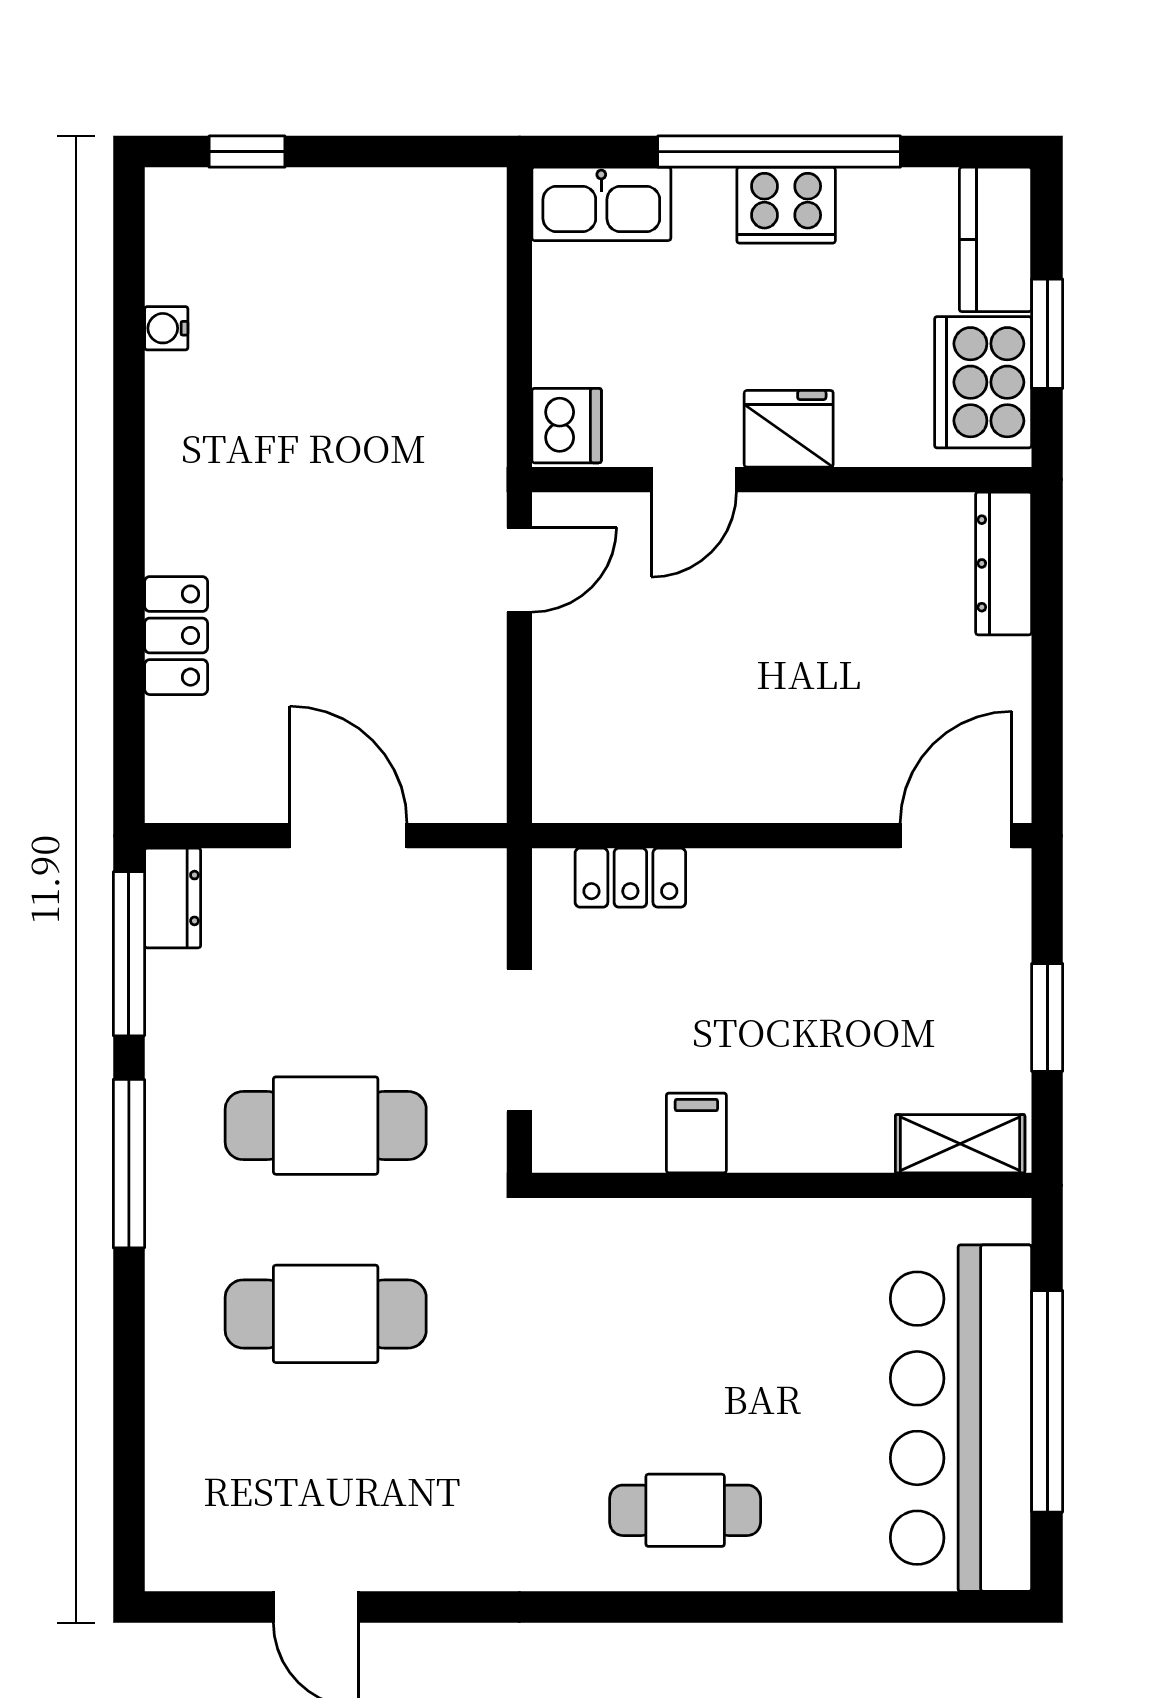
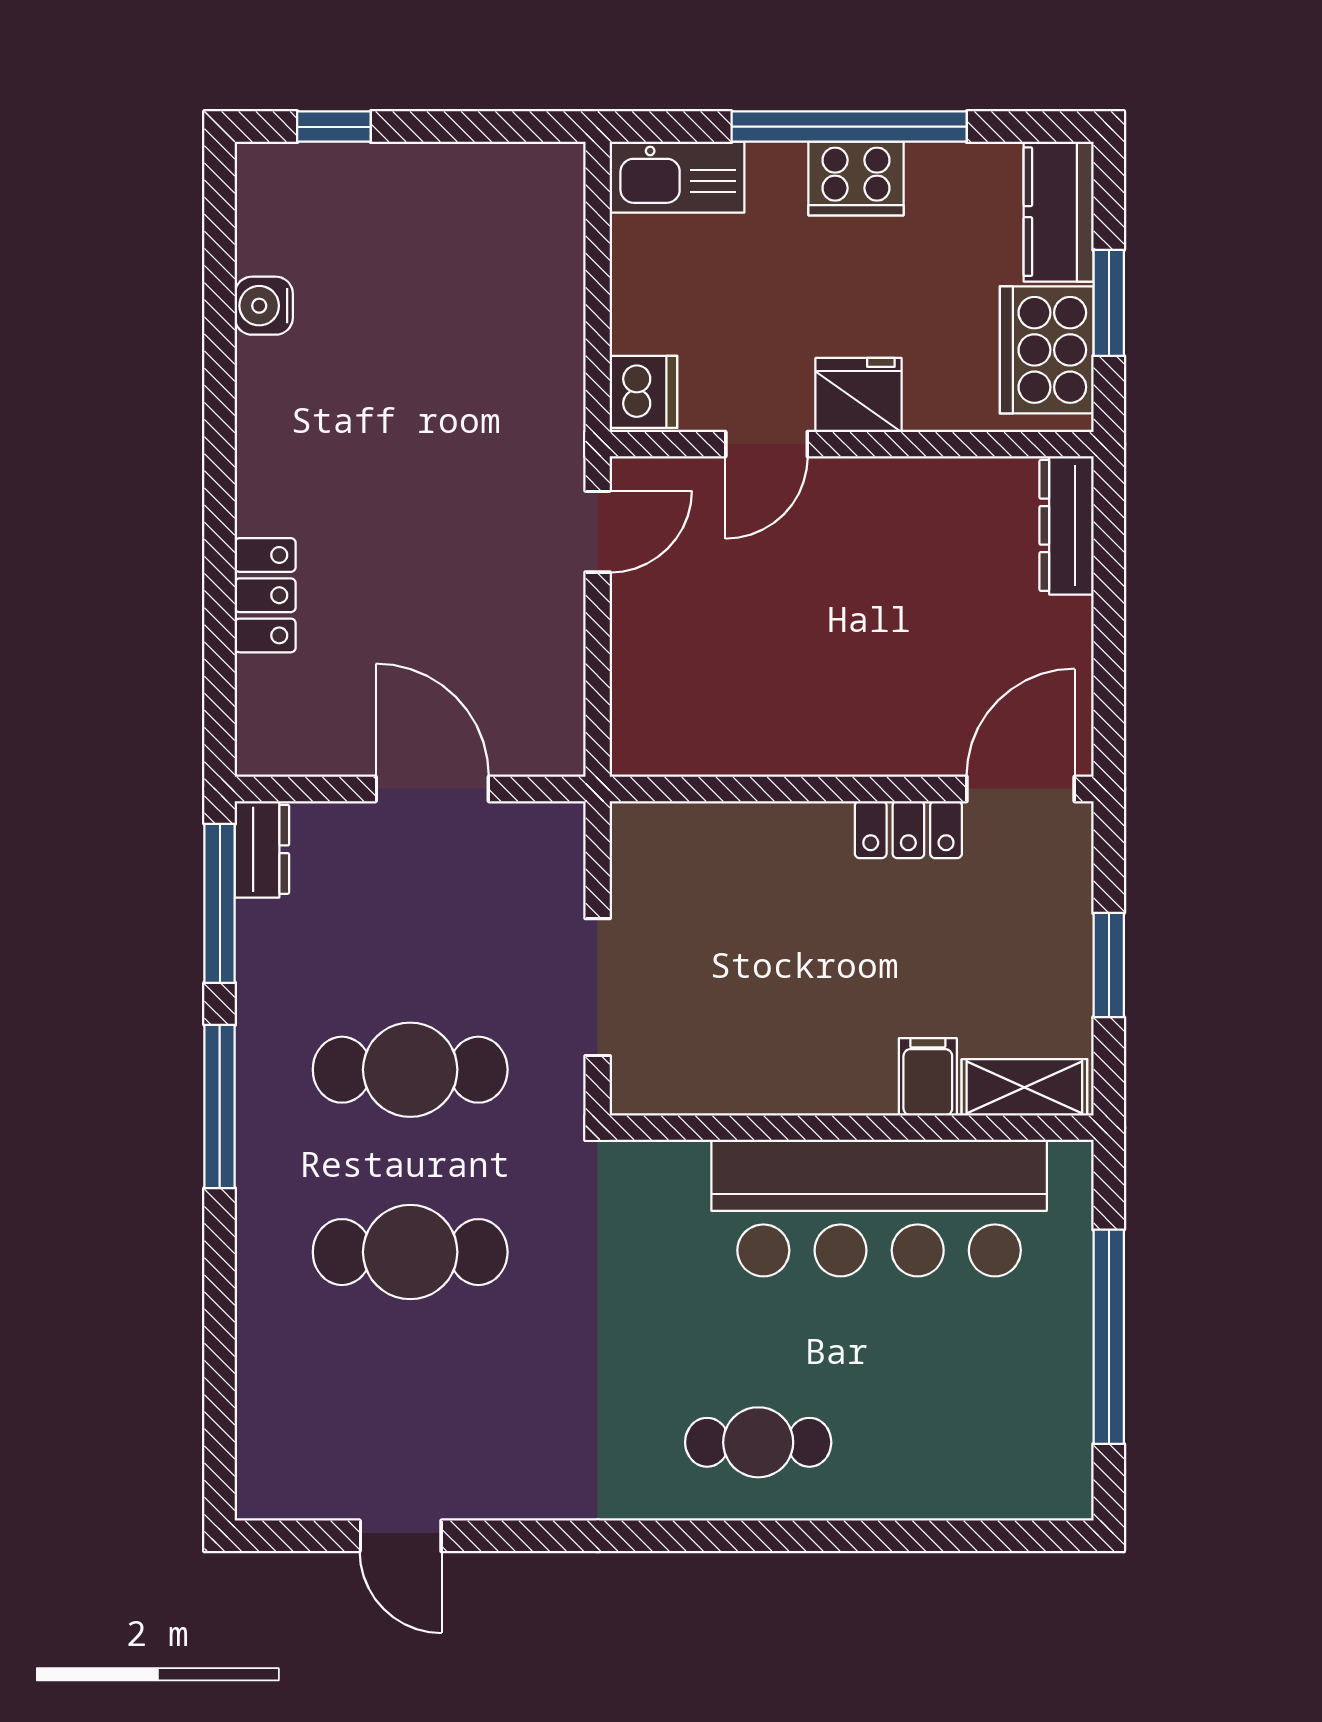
water cooler: (166, 328) -> (264, 306), width x1.38, depth x1.38
locker: (630, 878) -> (908, 830), moved
filing cabinet: (696, 1133) -> (928, 1077), moved
bar counter: (961, 1418) -> (879, 1208), moved, turned -90

